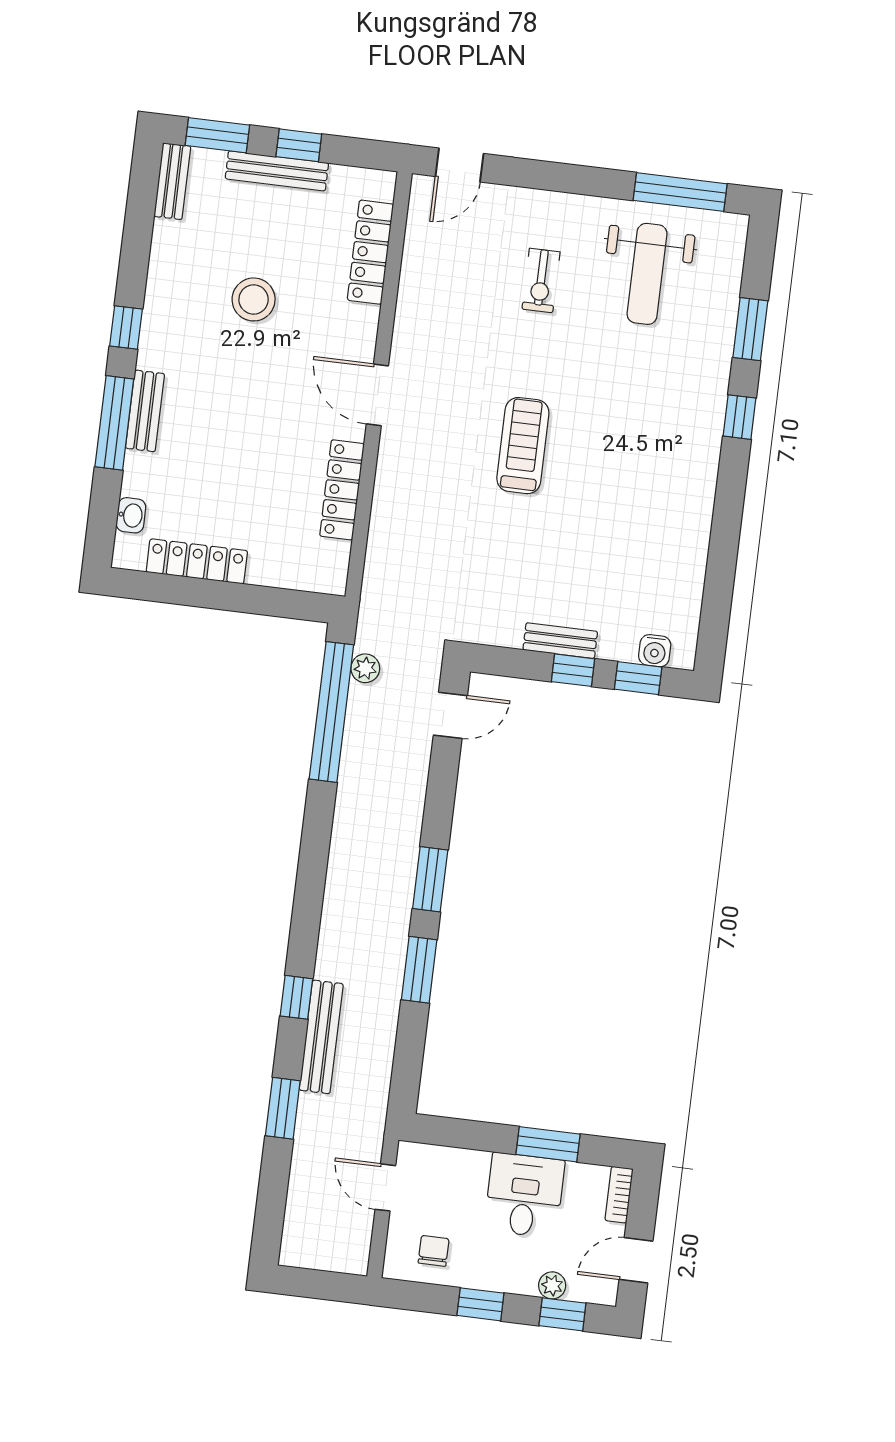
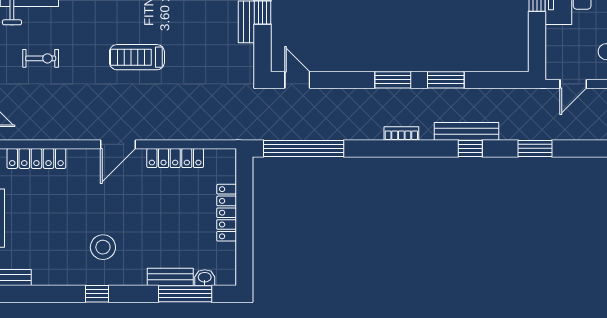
stool: (254, 299) -> (103, 247), moved
bench: (145, 411) -> (170, 277), moved
window: (114, 423) -> (185, 294), moved
locker: (197, 561) -> (227, 213), moved
plant: (365, 668) -> (276, 132), removed
bookcase: (336, 882) -> (401, 134), added
bench: (321, 1037) -> (466, 131), moved

